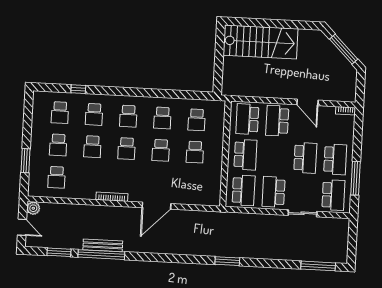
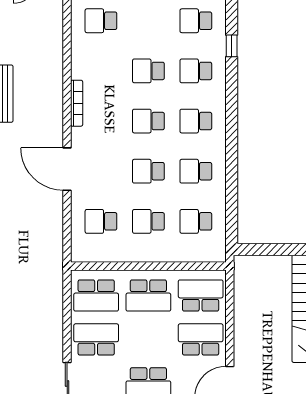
school desk: (58, 145) -> (101, 221), moved

